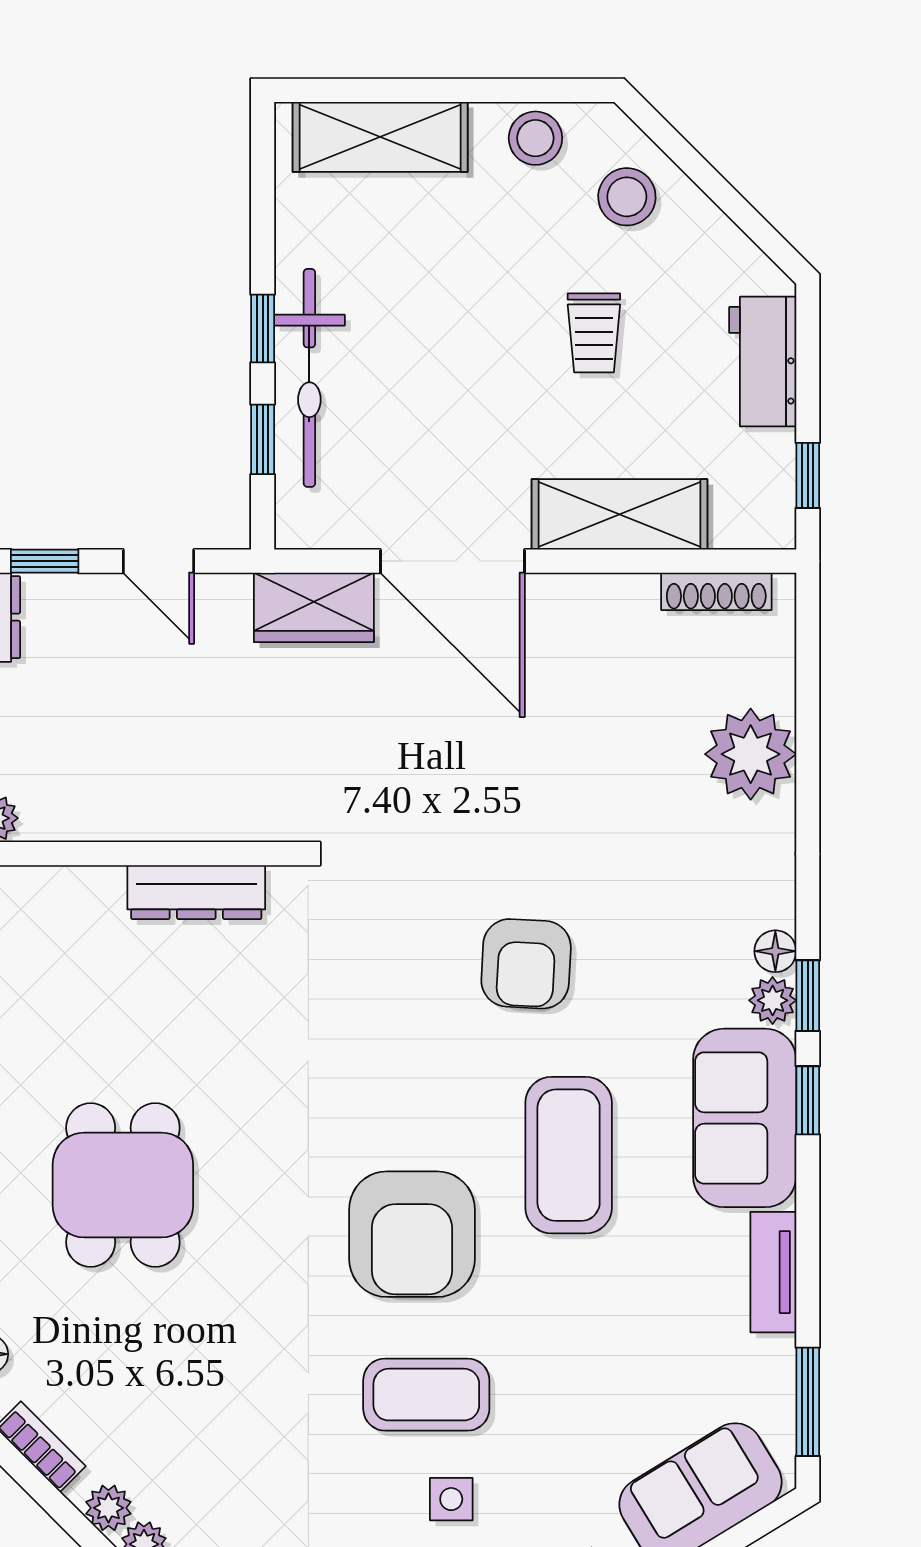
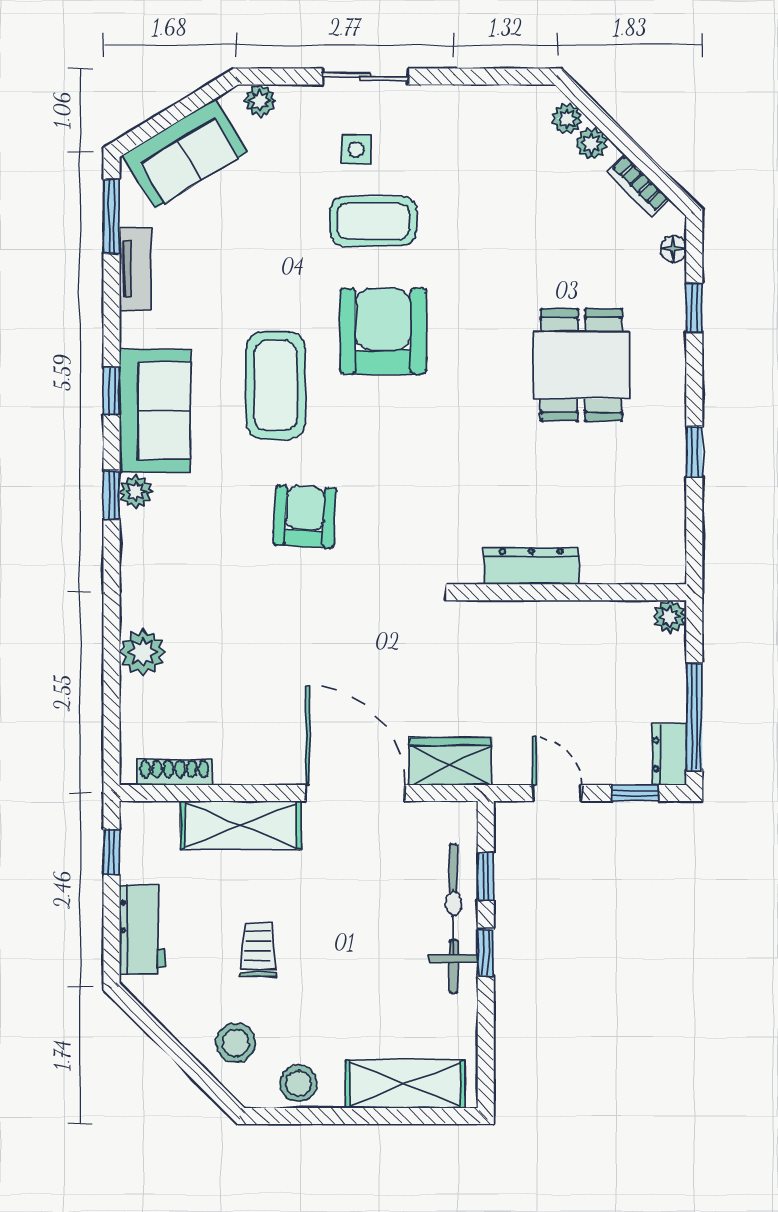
plant: (751, 754) -> (142, 652), width x0.73, depth x0.73
floor lamp: (775, 951) -> (134, 525), removed
window: (808, 1100) -> (112, 391), moved
tv unit: (773, 1272) -> (135, 269), moved

